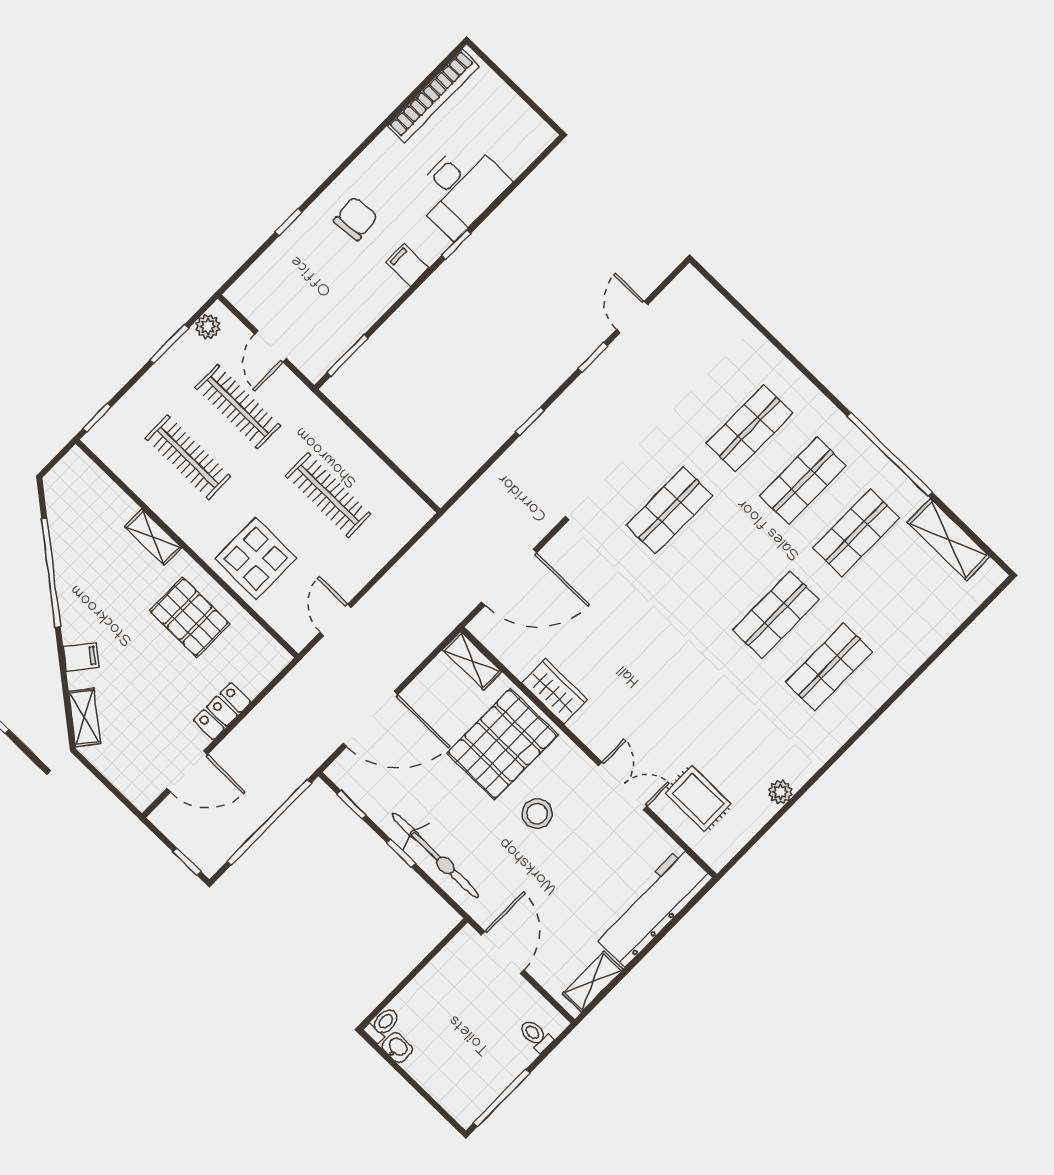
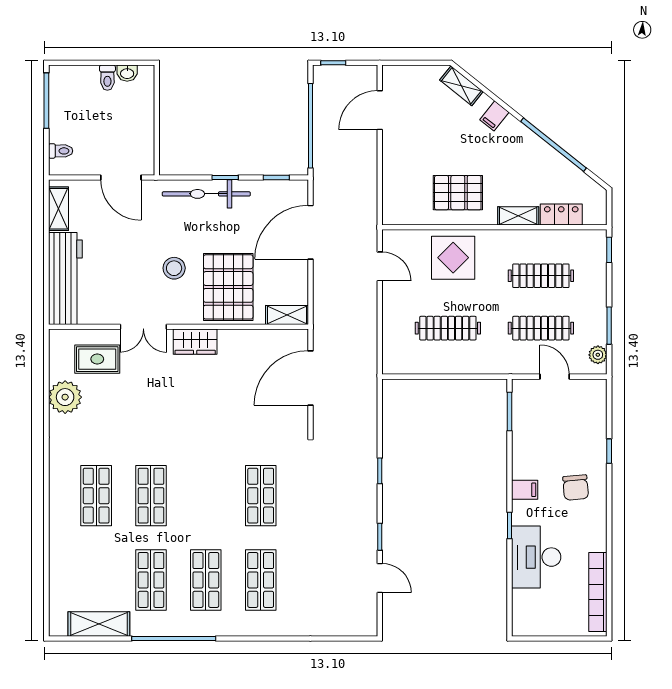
wardrobe: (555, 691) -> (195, 342), moved
locker: (222, 711) -> (561, 215), moved, turned -90
plant: (780, 792) -> (65, 397), width x1.87, depth x1.87
toilet: (382, 1025) -> (107, 78), moved

